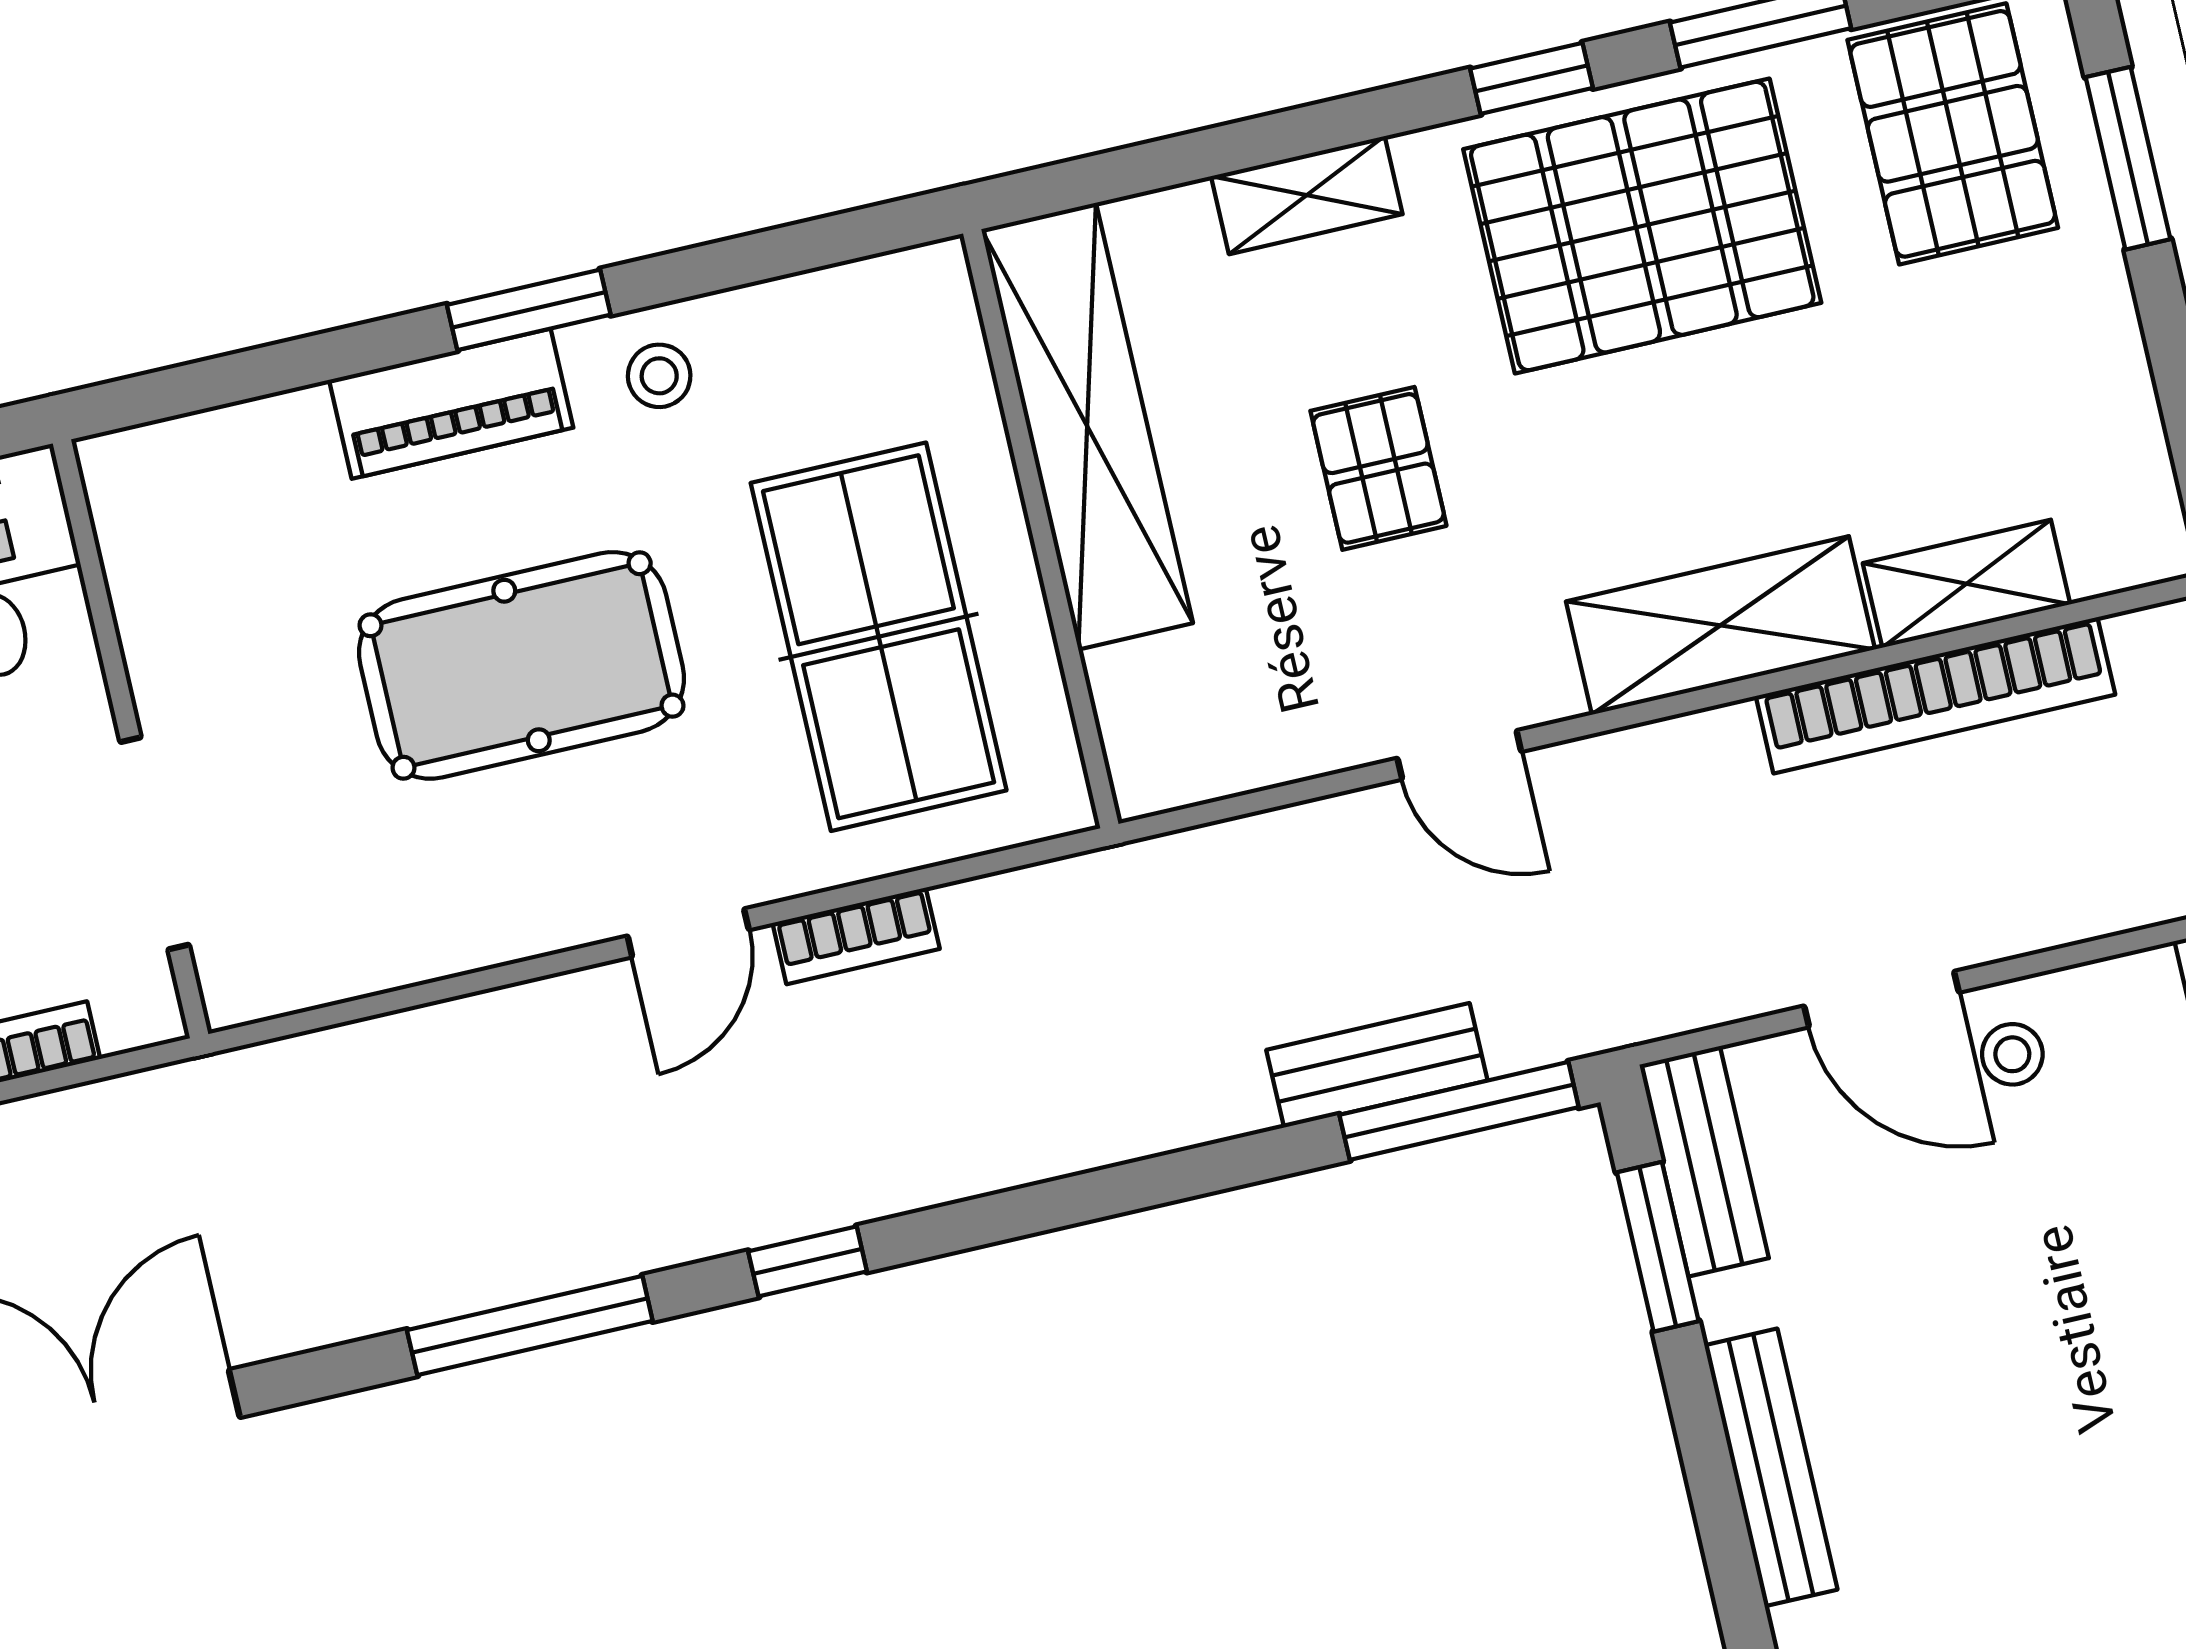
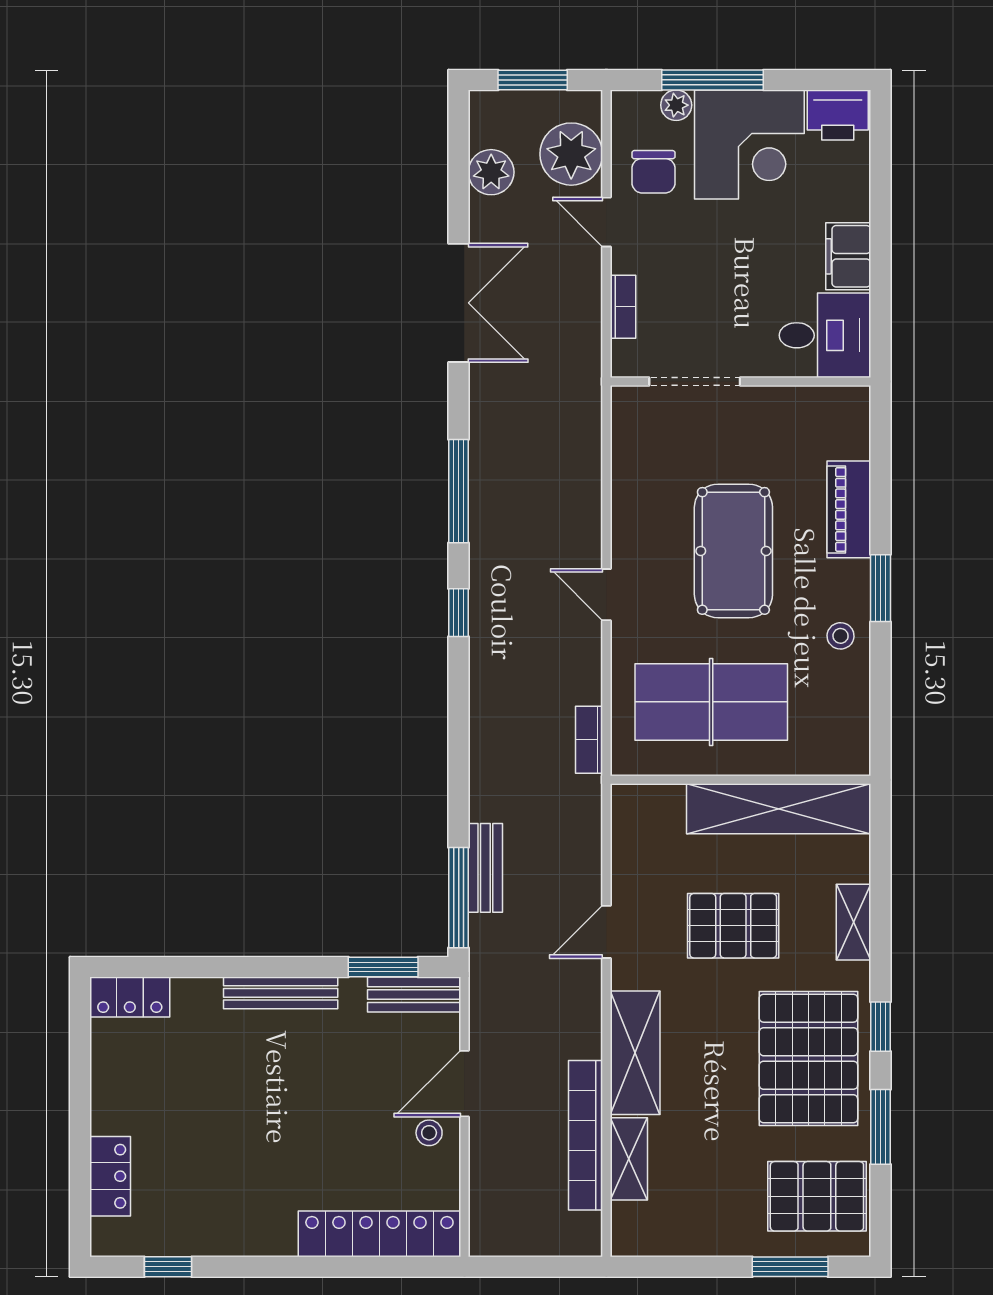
piano: (451, 404) -> (849, 509), moved
pallet: (1378, 468) -> (733, 926), width x1.50, depth x1.42
bookcase: (856, 936) -> (589, 740), moved

